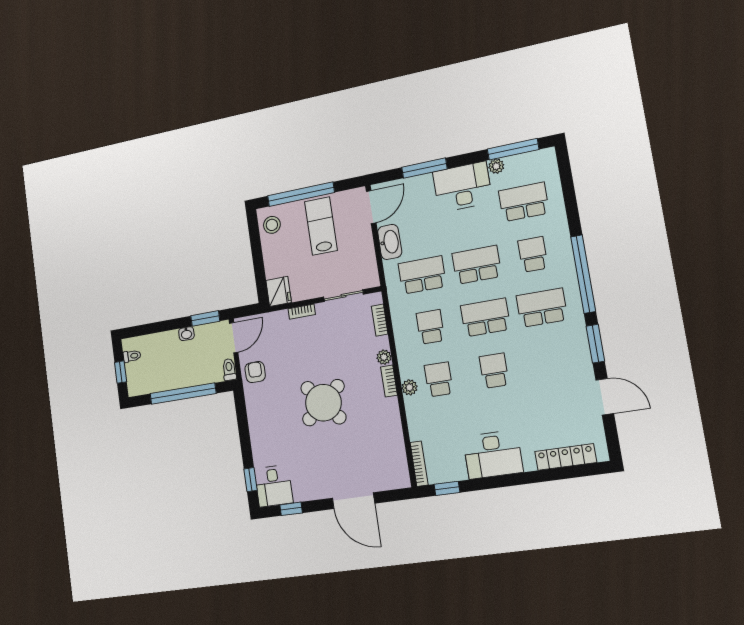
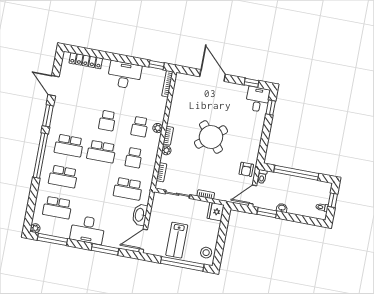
plant: (496, 166) -> (35, 228), moved
school desk: (533, 254) -> (63, 177), width x1.85
school desk: (477, 265) -> (96, 183), removed

